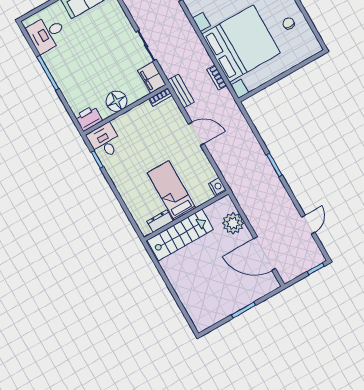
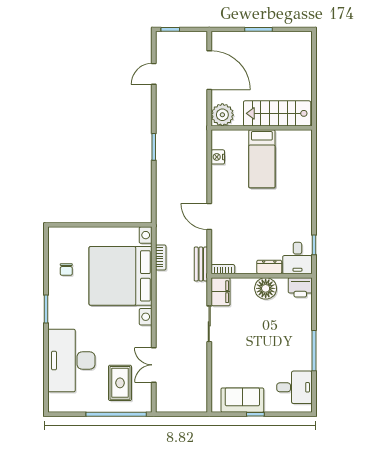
bed: (171, 190) -> (262, 159), moved
wall: (186, 216) -> (262, 128), moved
dresser: (160, 221) -> (269, 267), moved, turned 180
stairs: (180, 235) -> (277, 113), moved

